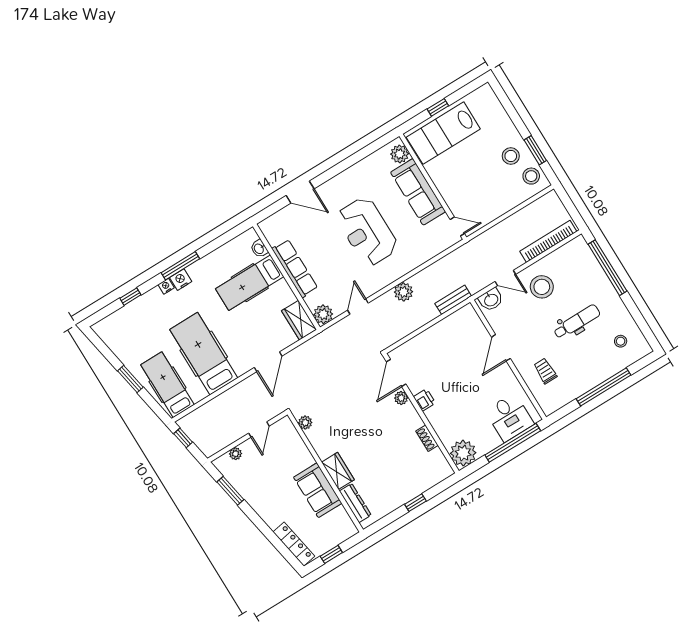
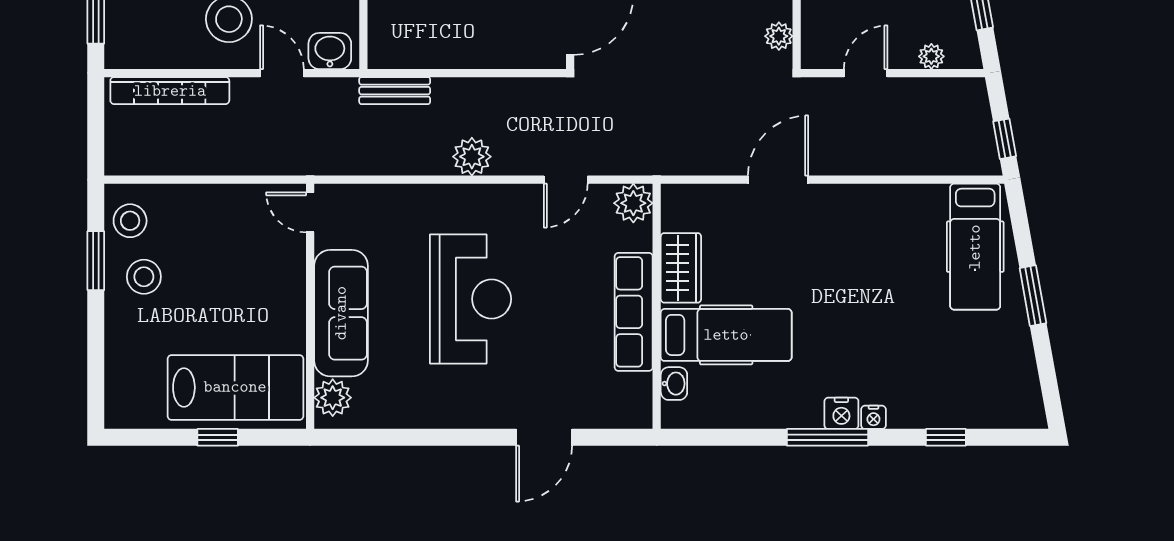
door: (300, 192) -> (544, 437), swing flipped
wardrobe: (299, 320) -> (681, 268), moved
hospital bed: (204, 354) -> (880, 262), removed

